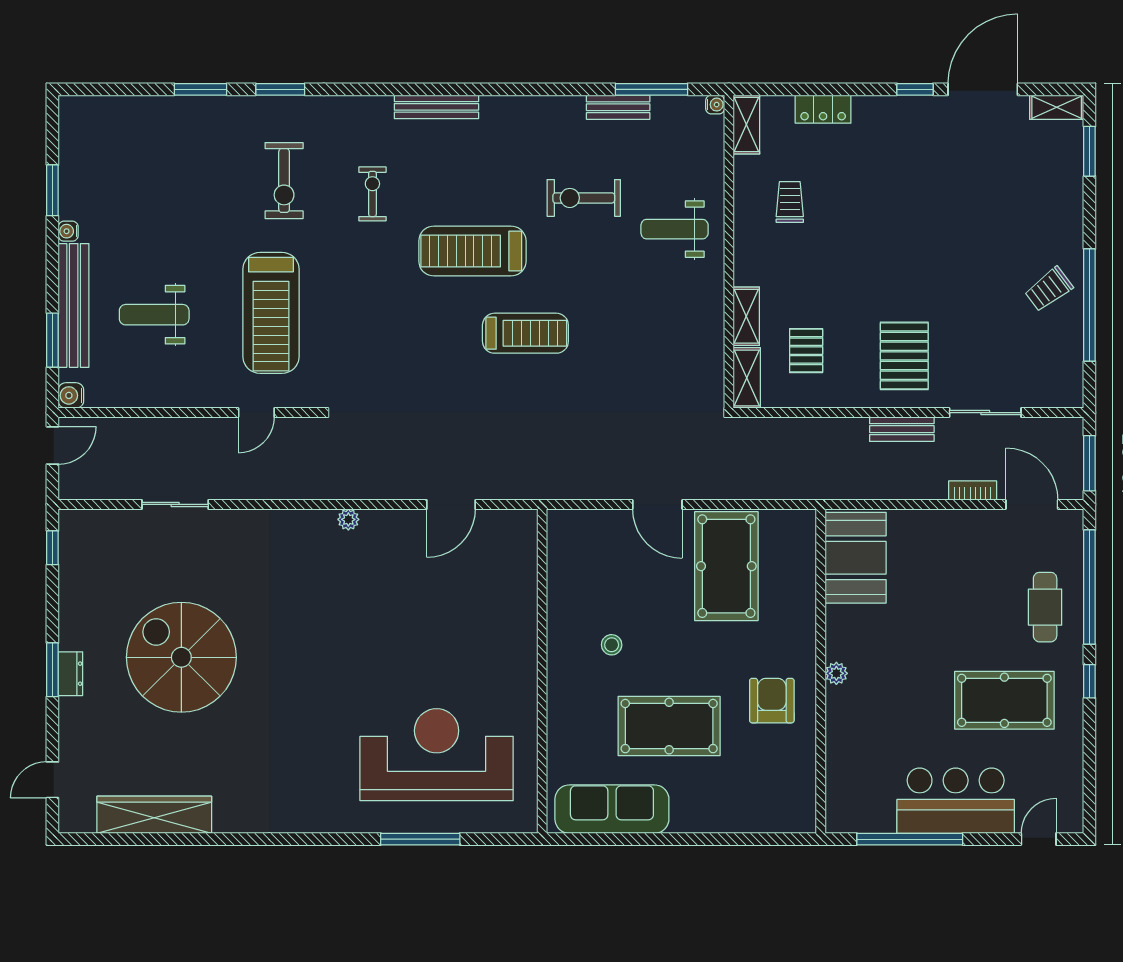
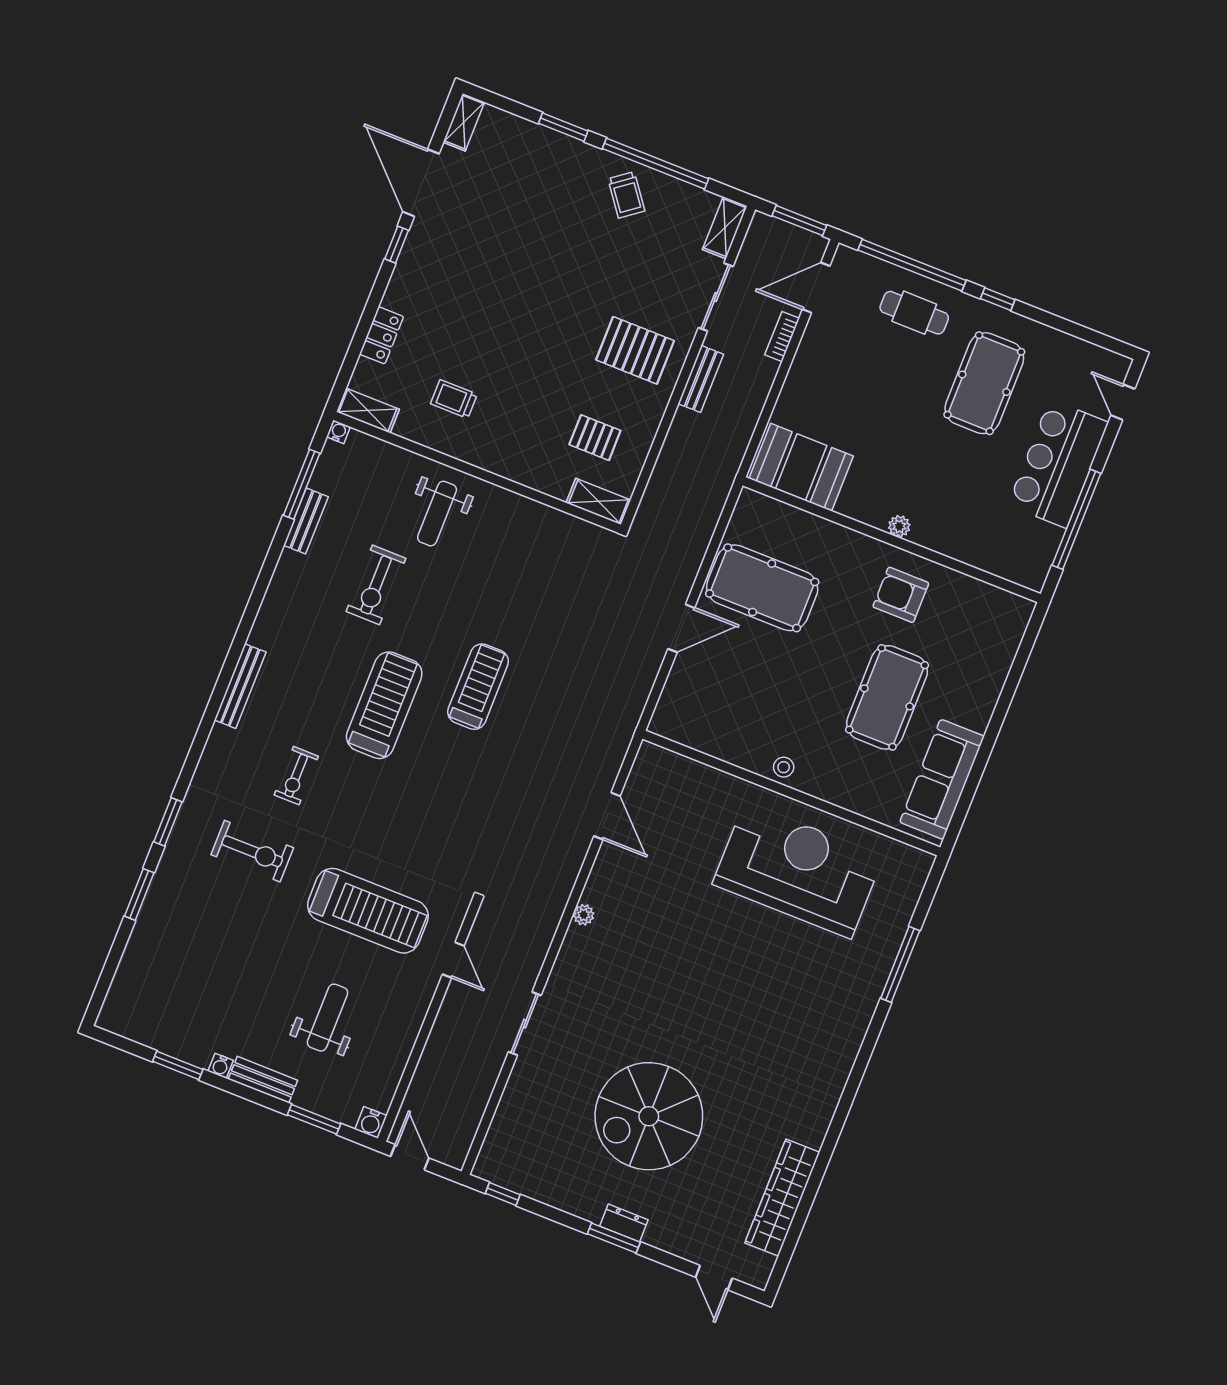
window: (1089, 151) -> (563, 127), moved
exercise bike: (372, 194) -> (296, 776), turned -90
treadmill: (472, 251) -> (384, 705), turned 180
bench: (74, 305) -> (263, 1080), width x0.54, depth x0.82
weight bench: (154, 315) -> (327, 1018), turned 180
shelving: (746, 316) -> (725, 228), moved, turned 90
sliding door: (175, 504) -> (525, 1024), moved
stool: (612, 645) -> (784, 767), moved
reception desk: (437, 755) -> (798, 870), moved, turned 90

